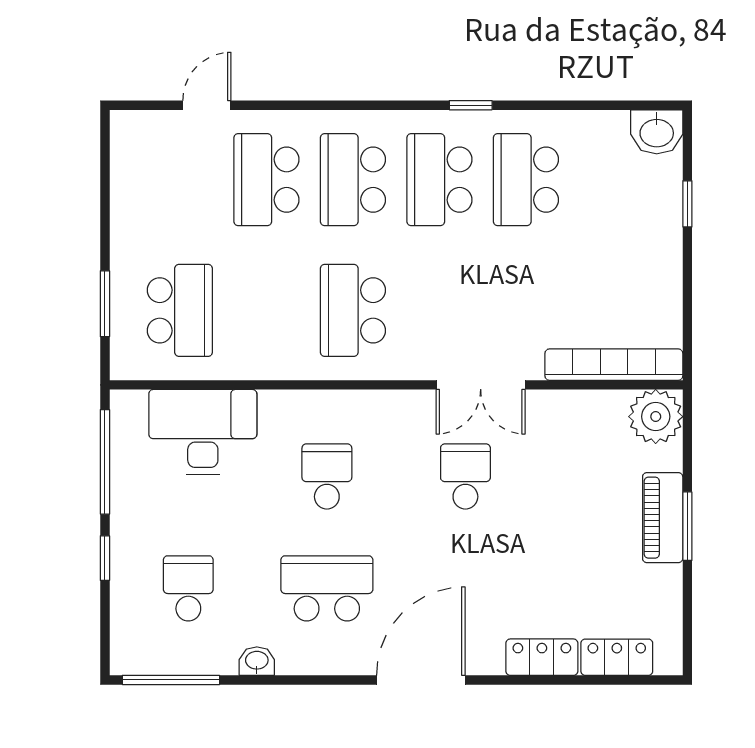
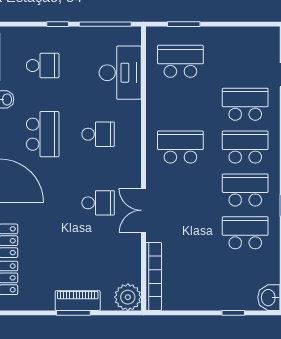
school desk: (180, 310) -> (180, 61), turned 180

